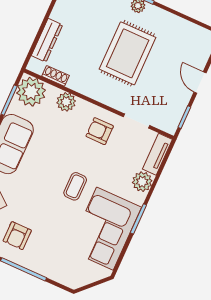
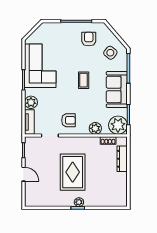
coffee table: (75, 186) -> (84, 80), moved

